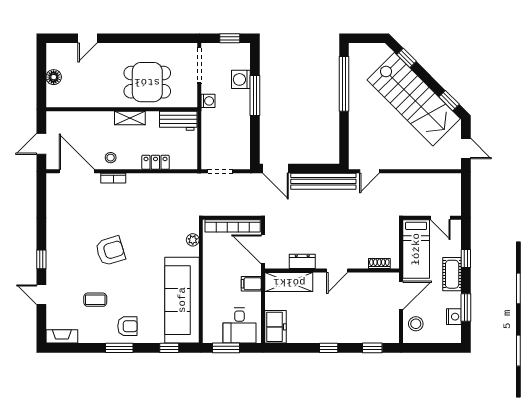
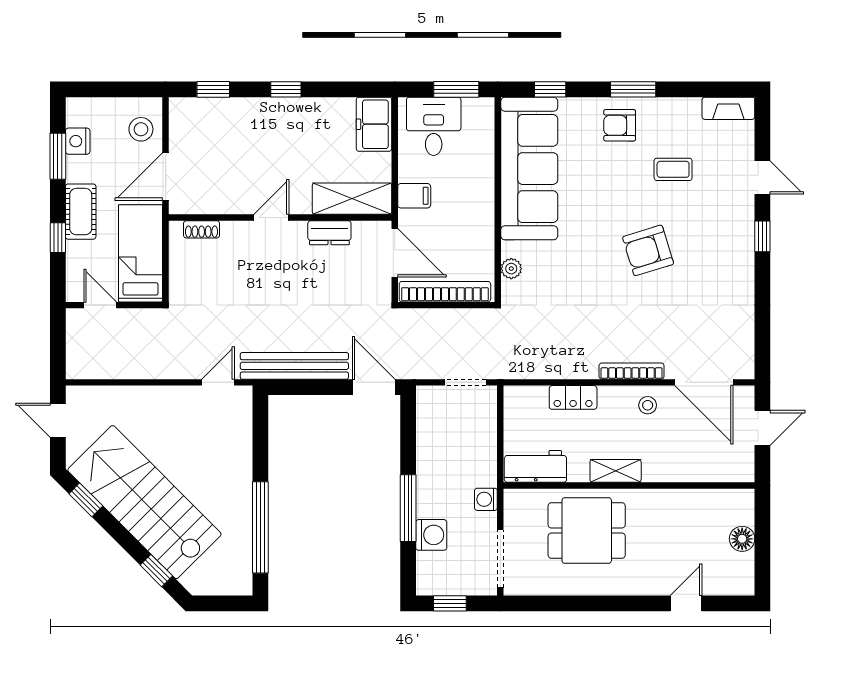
bookcase: (113, 178) -> (632, 371), width x1.56

